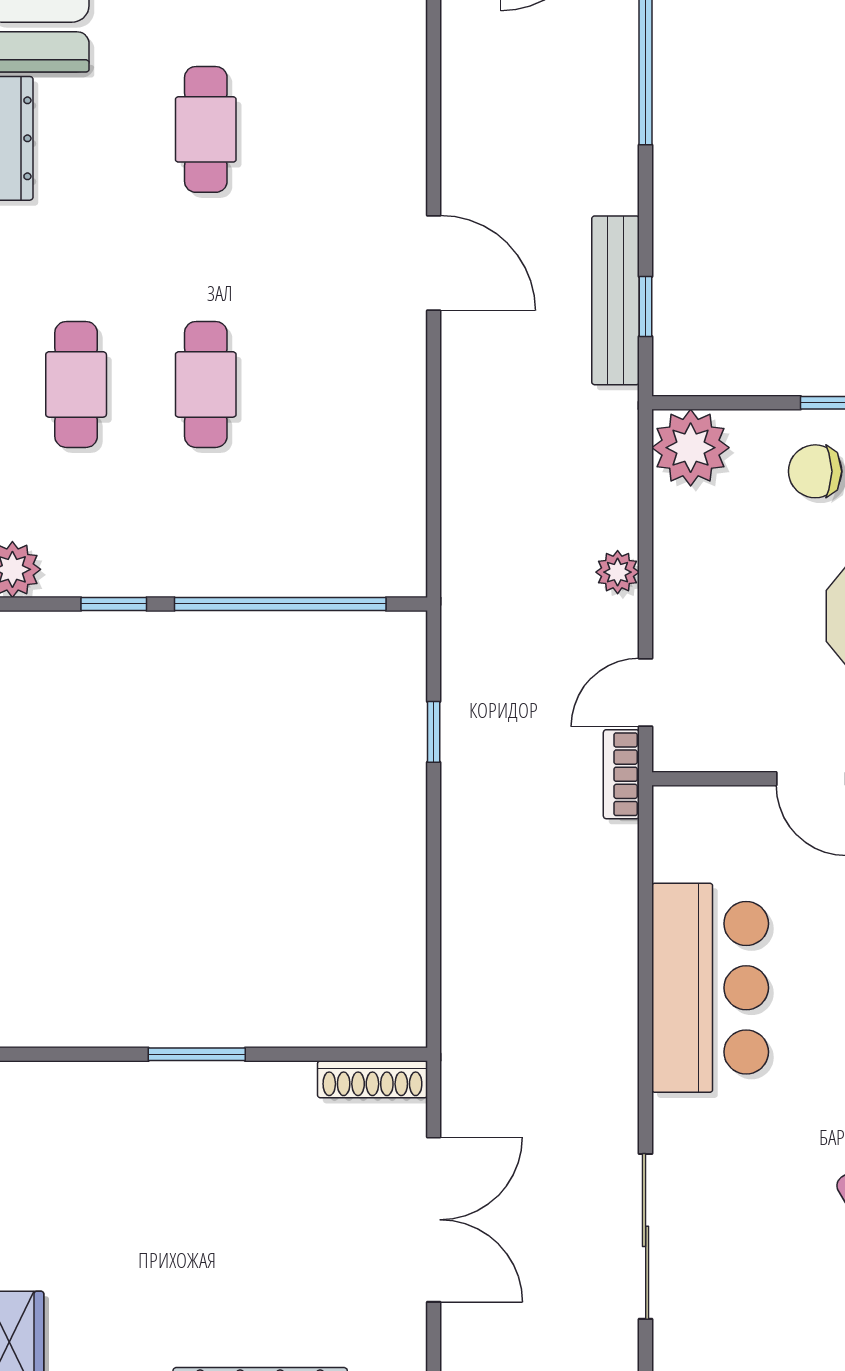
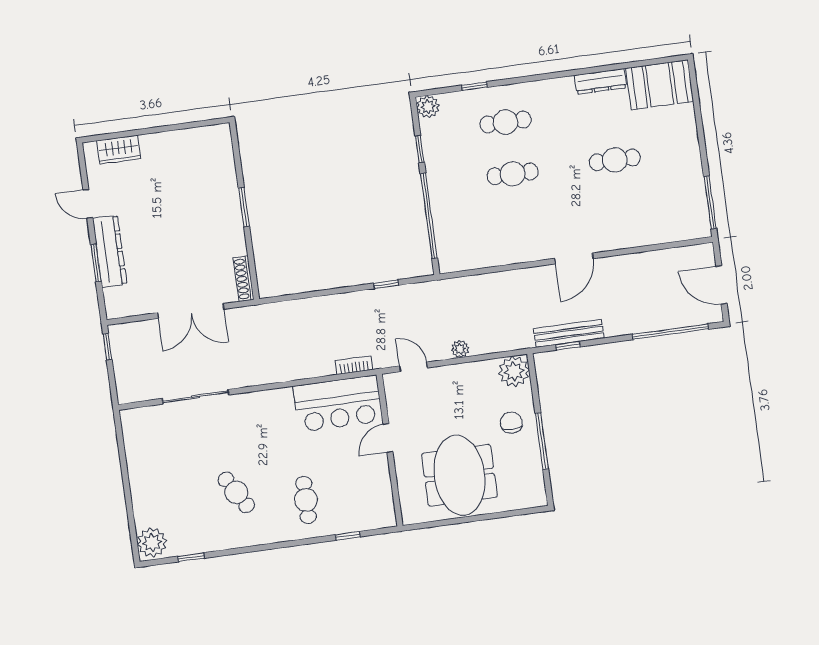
bookcase: (621, 774) -> (354, 365), moved
bar counter: (710, 988) -> (338, 404), moved

